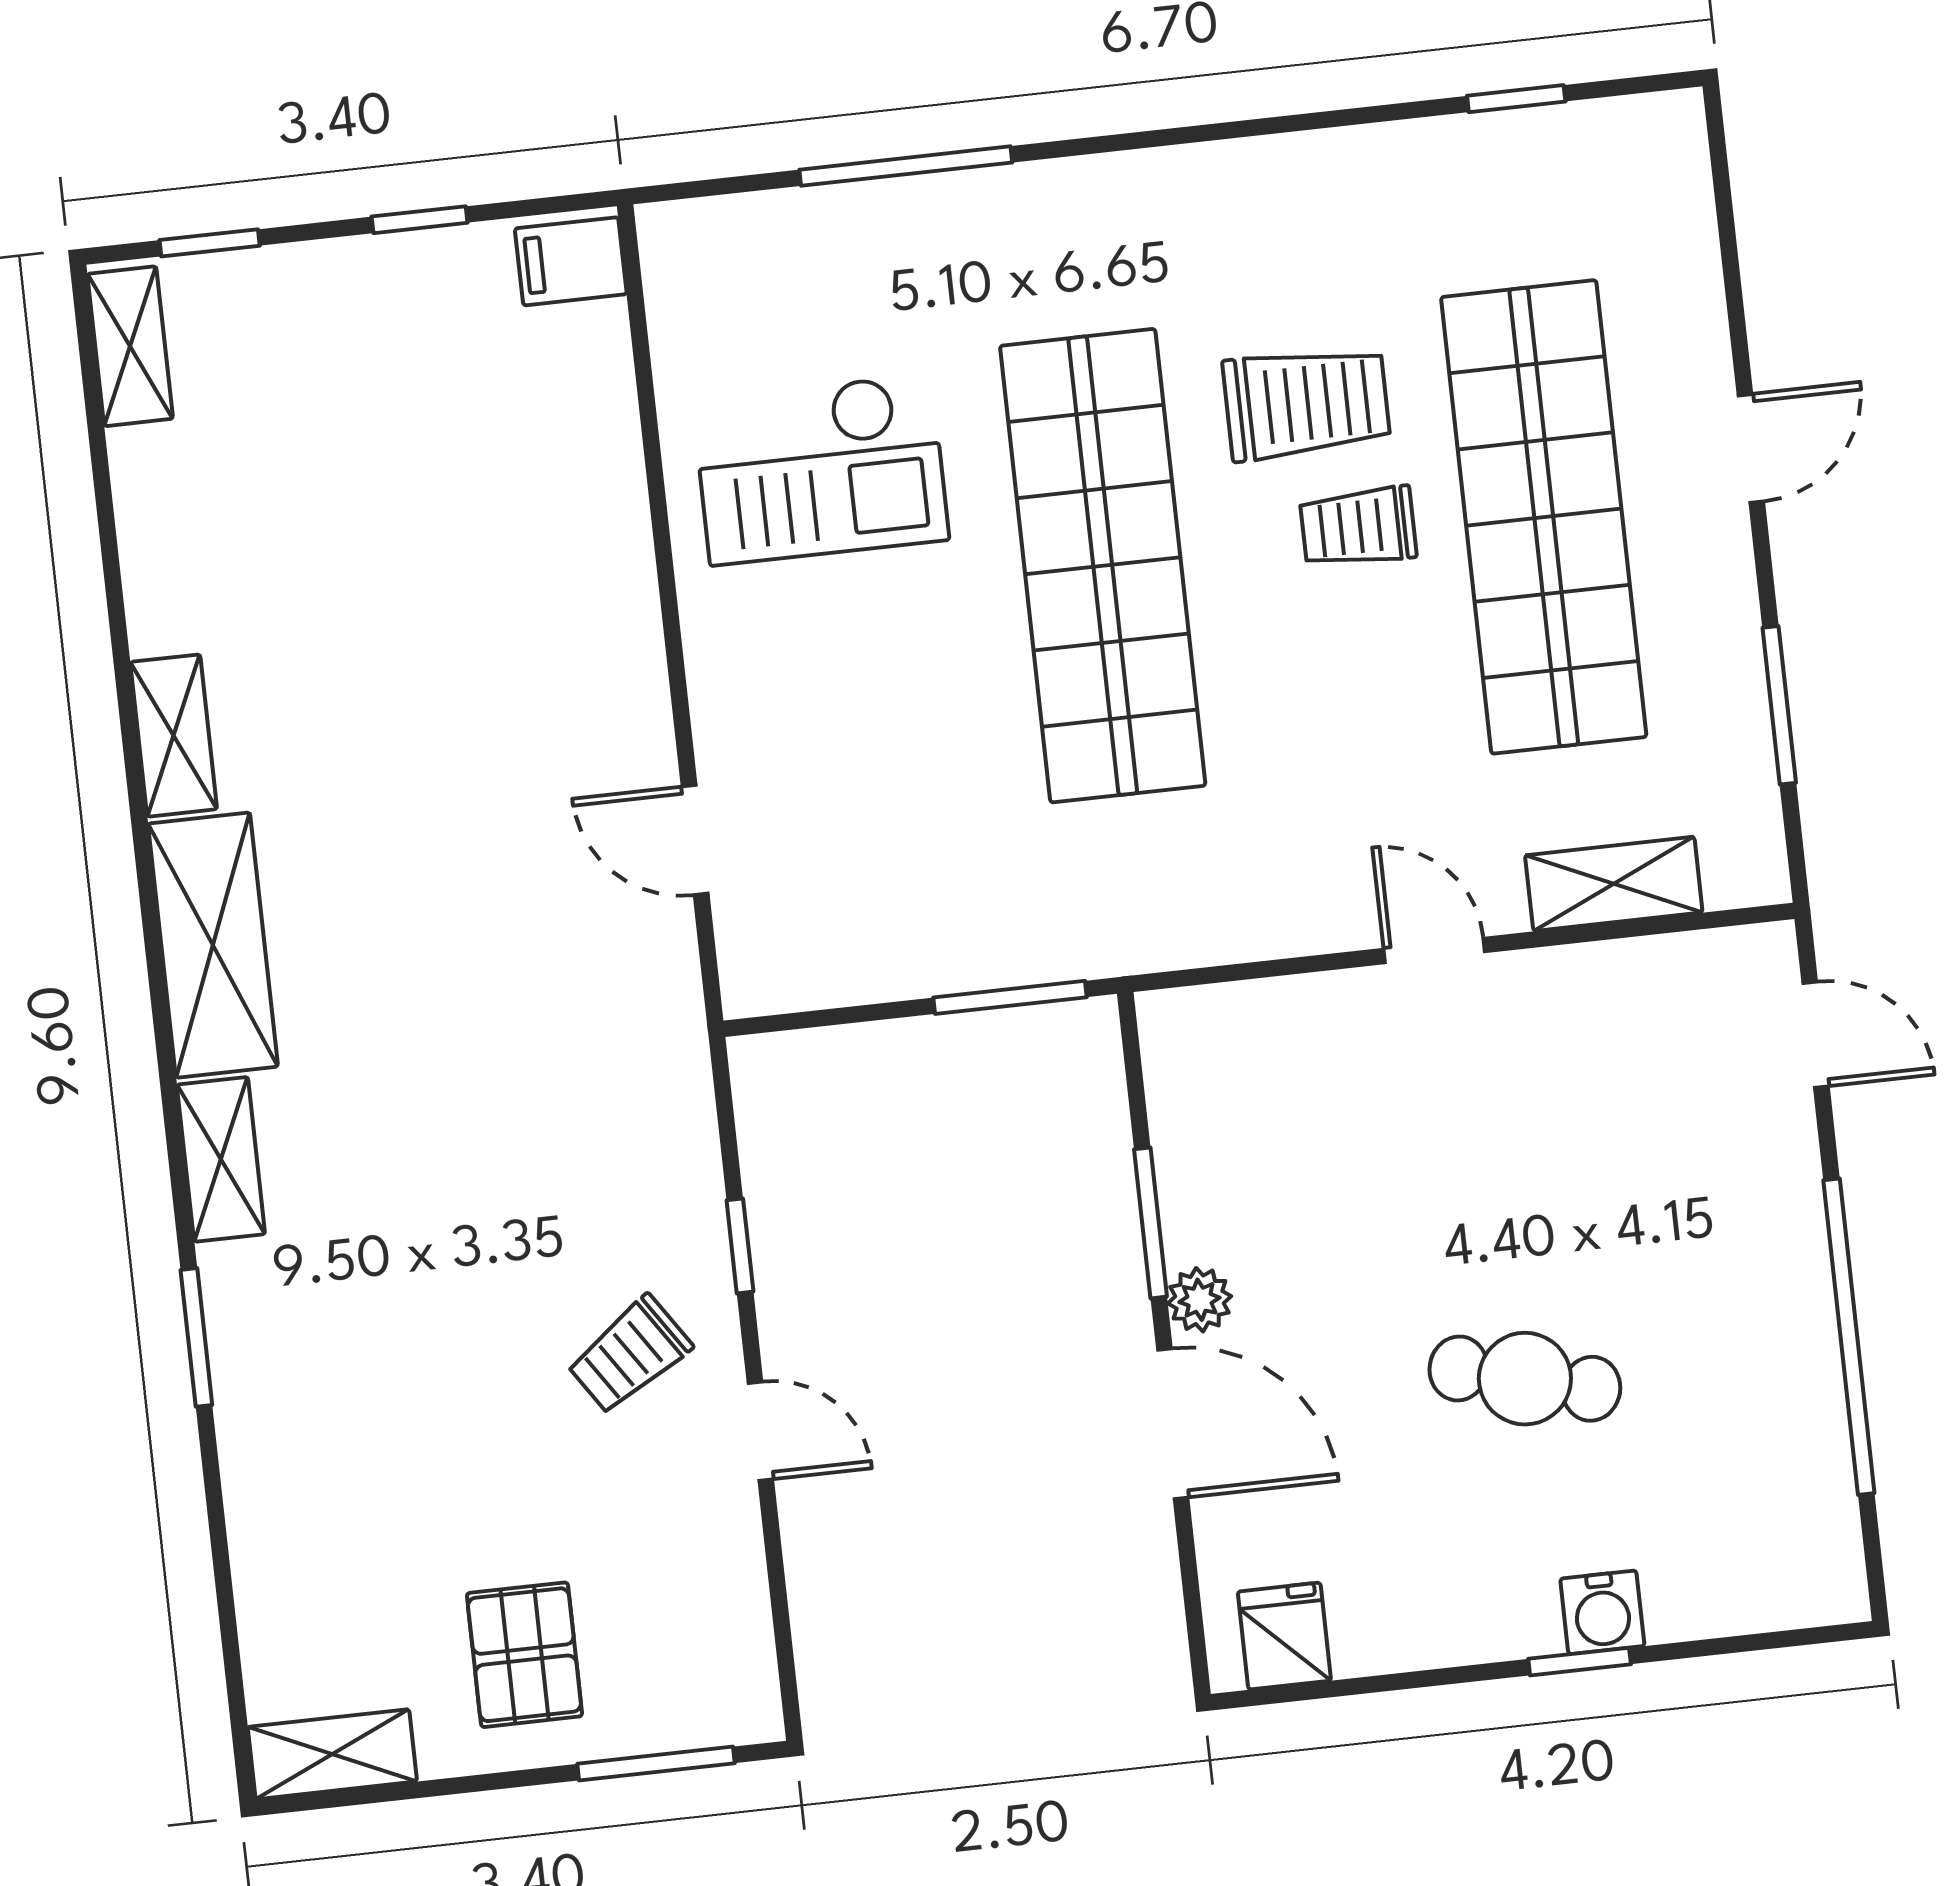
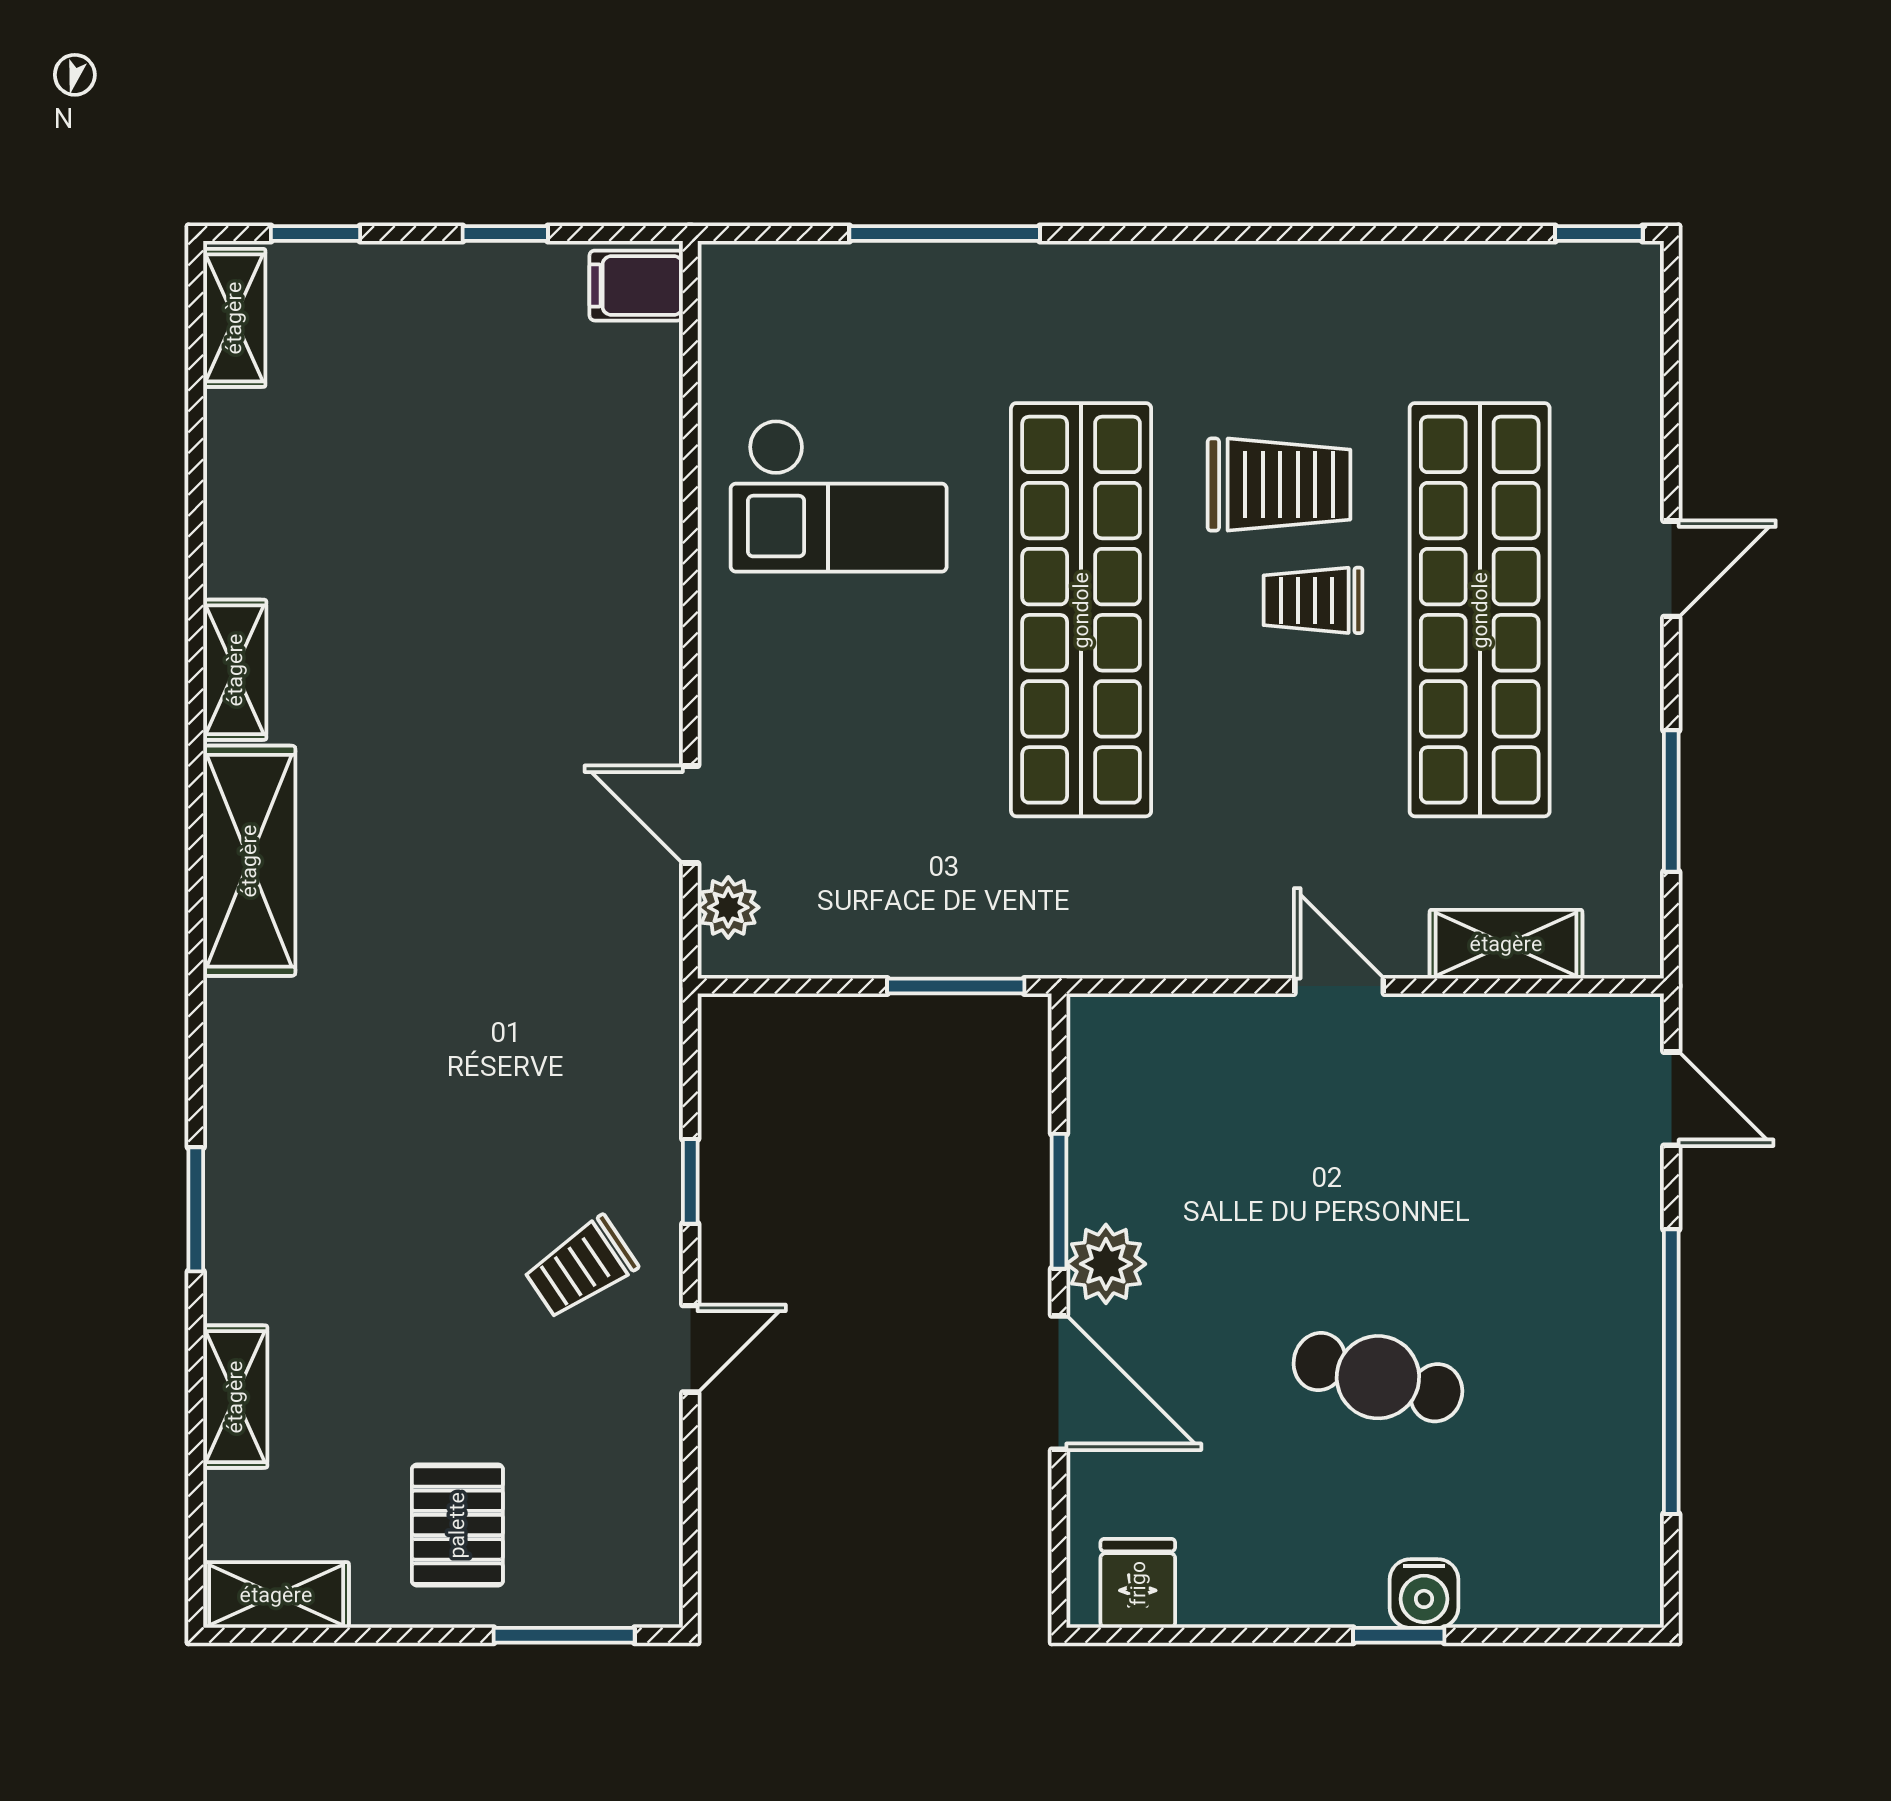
window: (1516, 99) -> (1599, 233), moved
plant: (749, 938) -> (728, 907), added
shelving: (221, 1159) -> (235, 1397), moved
plant: (1200, 1300) -> (1106, 1264), width x1.38, depth x1.38
door: (760, 1431) -> (690, 1349), hinge flipped

